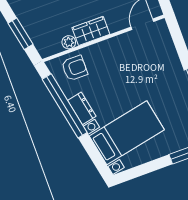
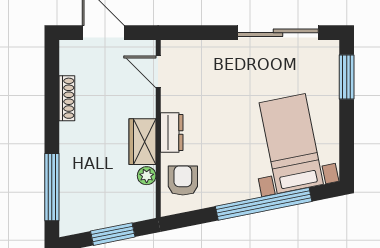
window: (65, 106) -> (264, 204), moved
dresser: (82, 108) -> (172, 133), moved, turned 101

